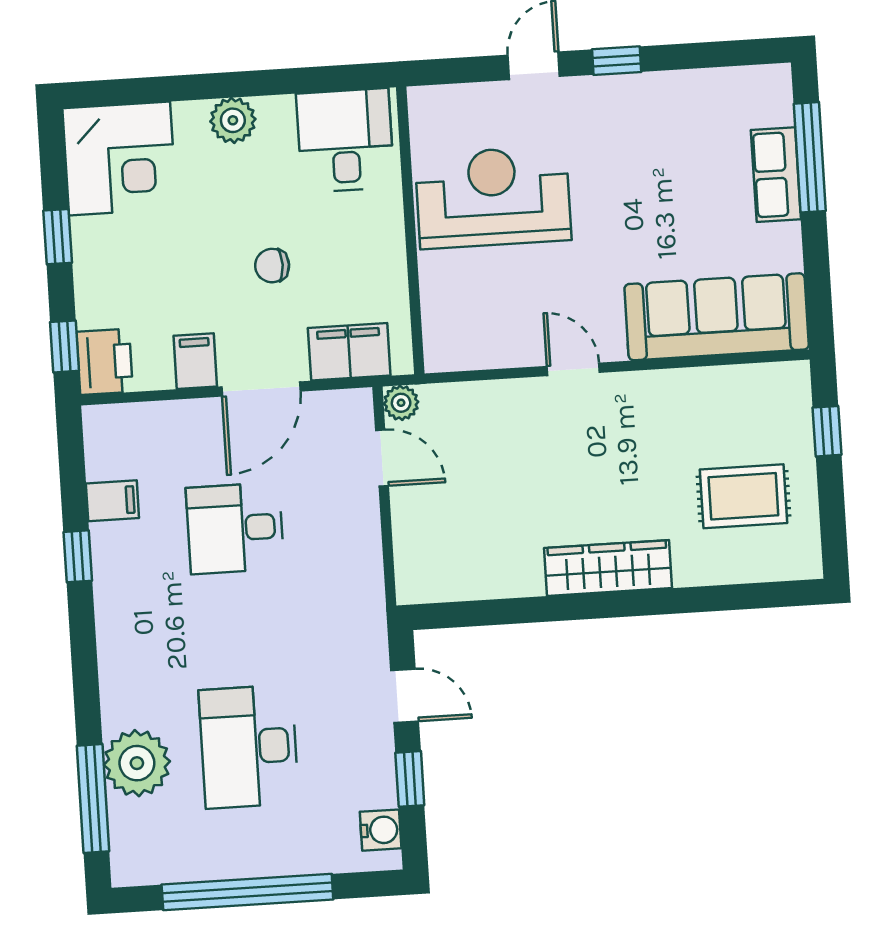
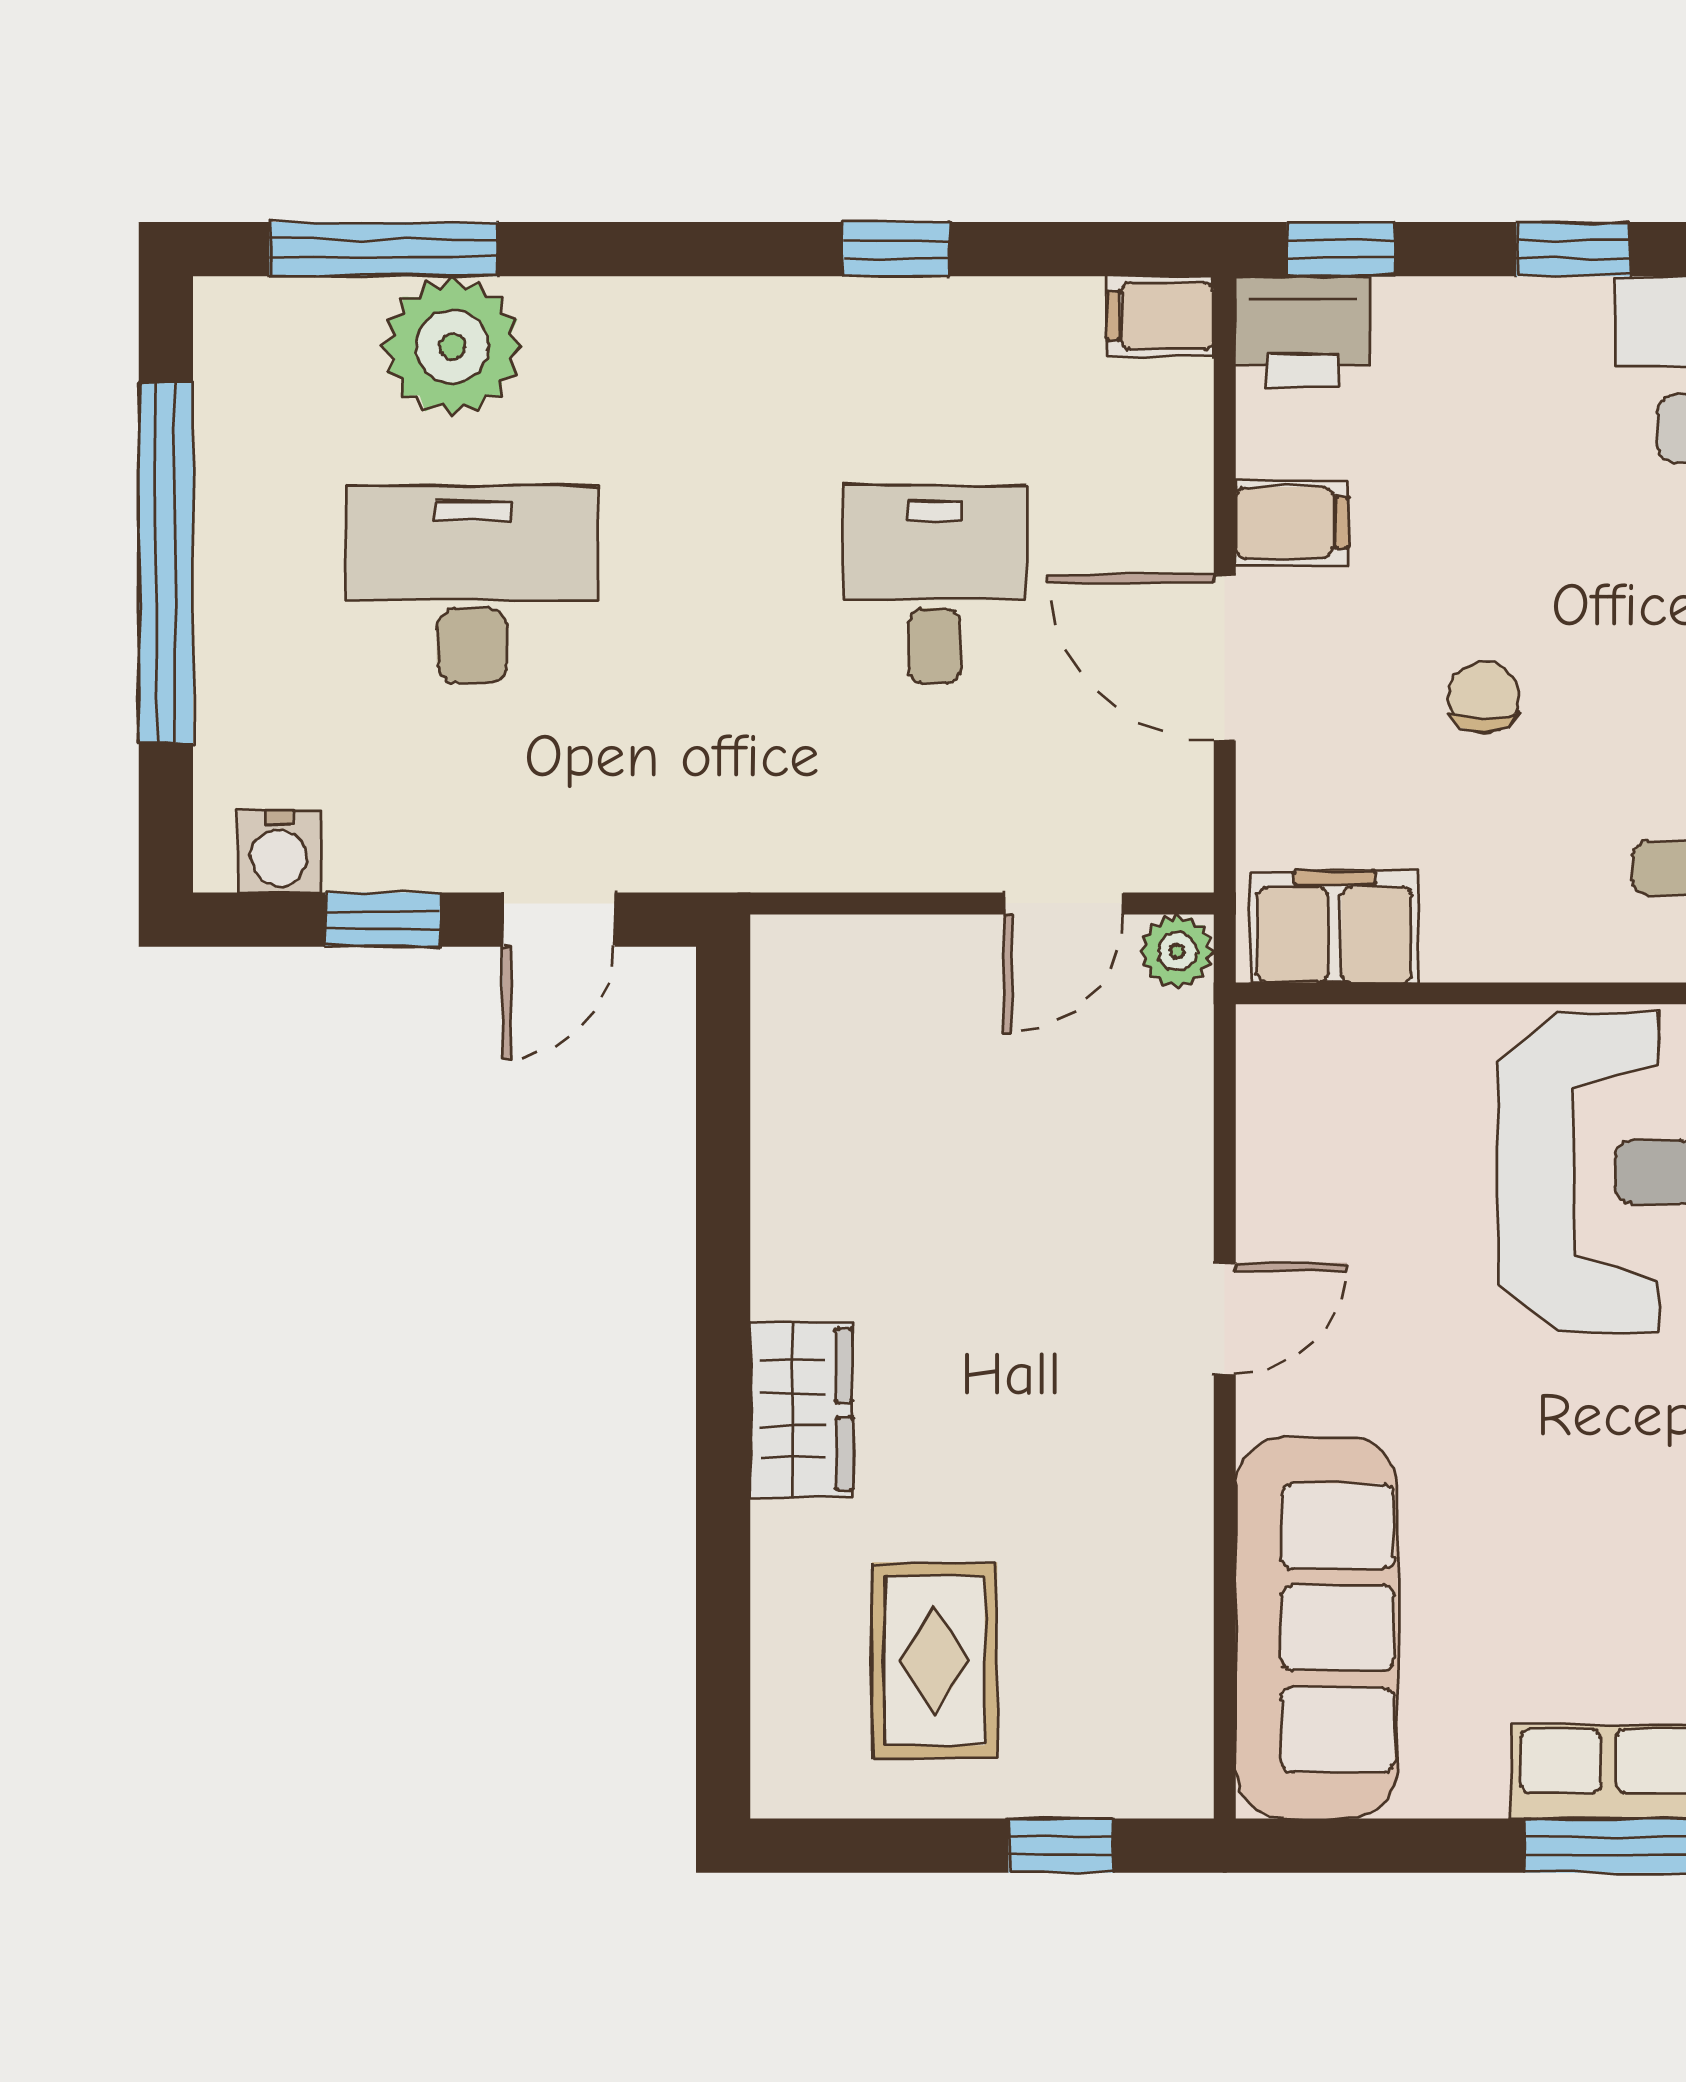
filing cabinet: (349, 352) -> (1335, 927), moved, turned -90
filing cabinet: (112, 501) -> (1160, 316), moved, turned 90
wardrobe: (608, 568) -> (801, 1410), width x0.67

